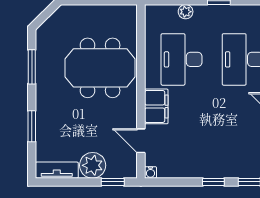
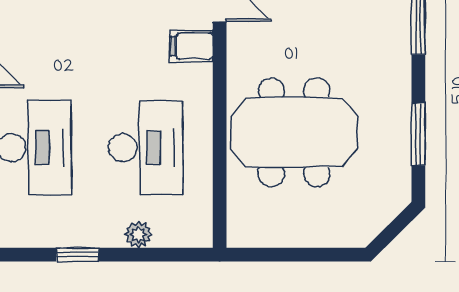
filing cabinet: (156, 106) -> (192, 46), width x0.50

